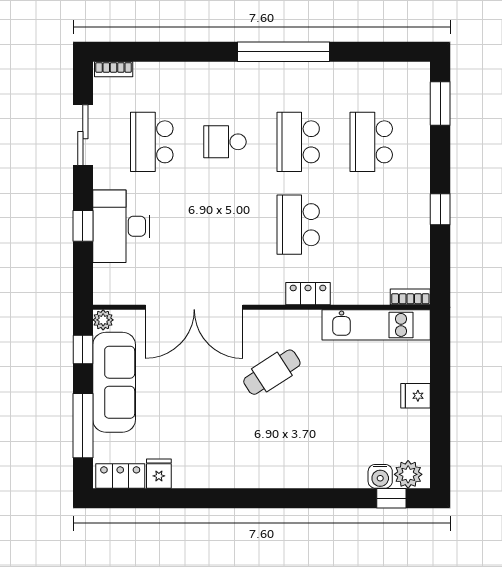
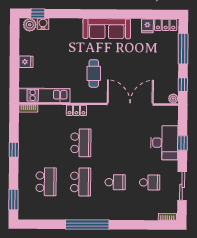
school desk: (152, 142) -> (150, 182), width x0.54
cafe table: (272, 372) -> (94, 73), turned -57
sofa: (114, 382) -> (107, 29), moved, turned -90

